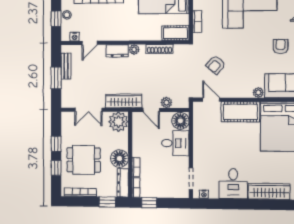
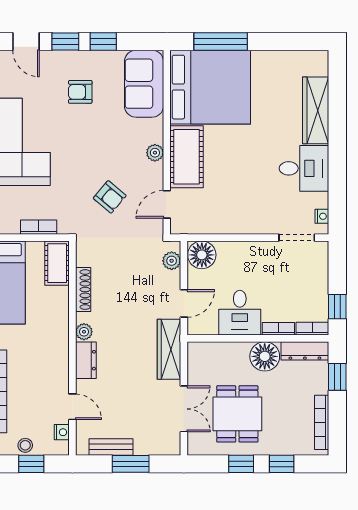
plant: (258, 92) -> (155, 153), moved
plant: (166, 103) -> (172, 261), moved
plant: (118, 122) -> (204, 358), removed
desk: (175, 143) -> (240, 313), moved, turned 180
dining table: (84, 160) -> (237, 414), moved

